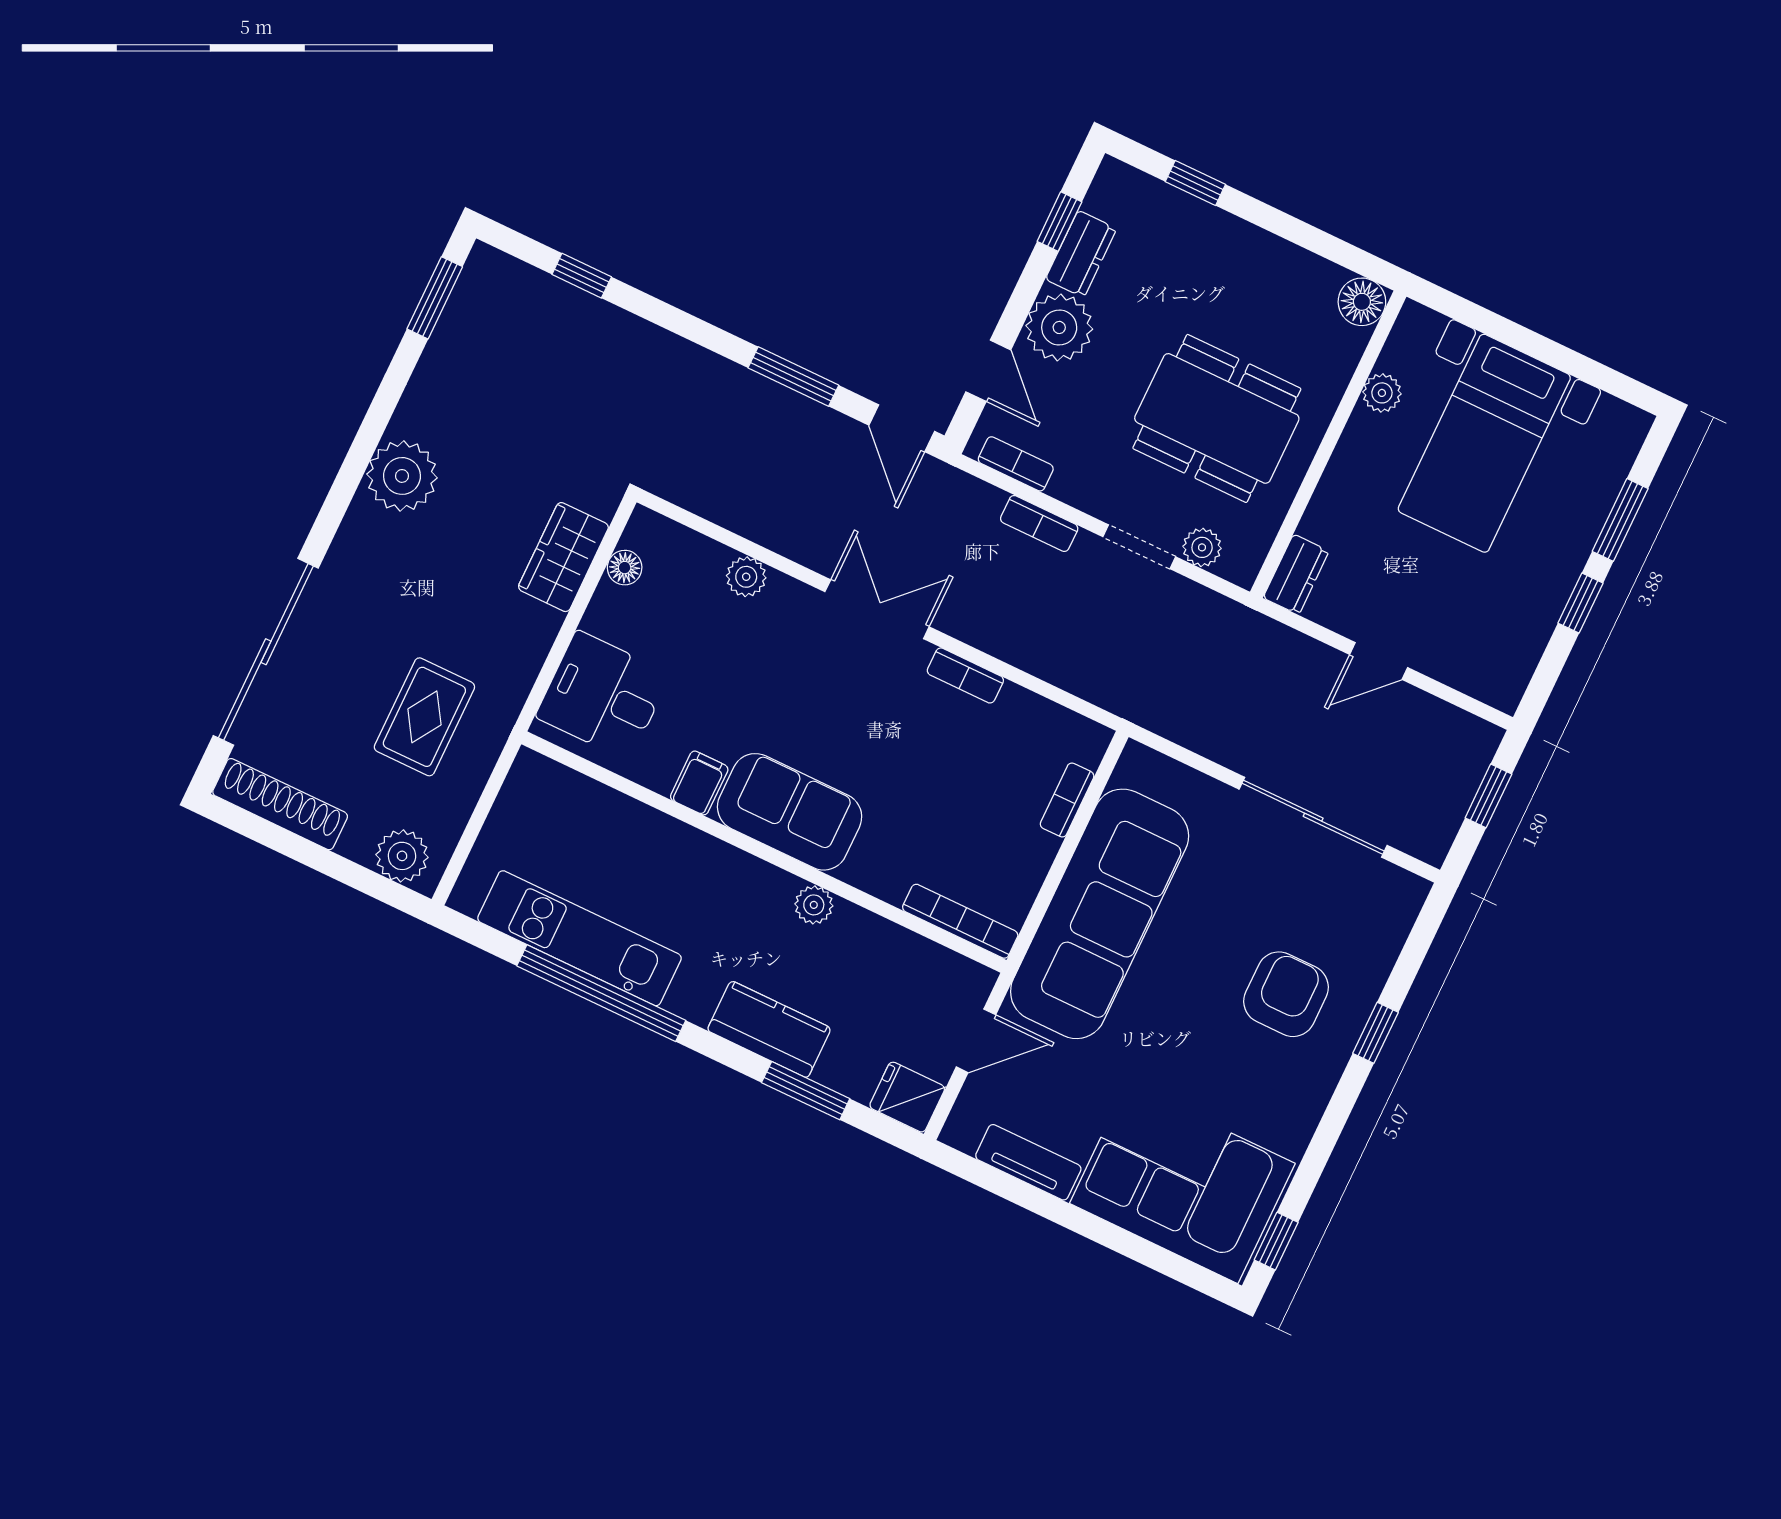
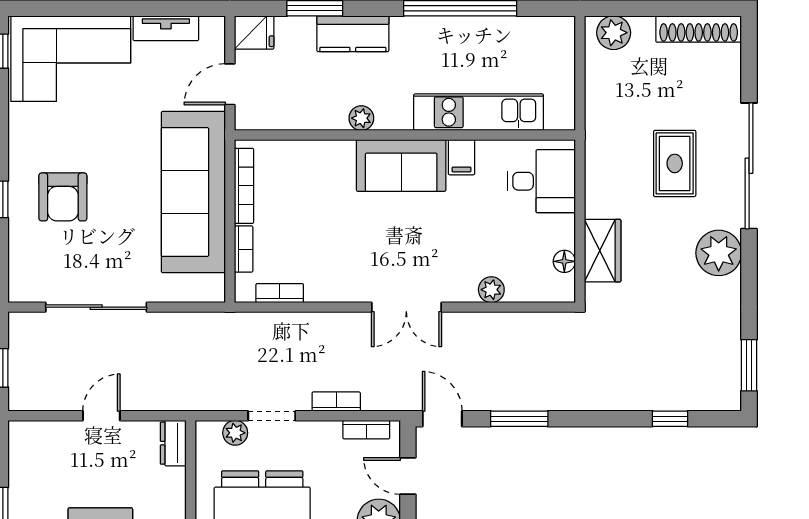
sliding door: (266, 652) -> (749, 166), moved
bookcase: (965, 675) -> (280, 293), moved
rug: (424, 717) -> (675, 163), moved
bookcase: (960, 921) -> (244, 186), moved, turned -90
kitchen unit: (579, 938) -> (479, 112), moved, turned 180

